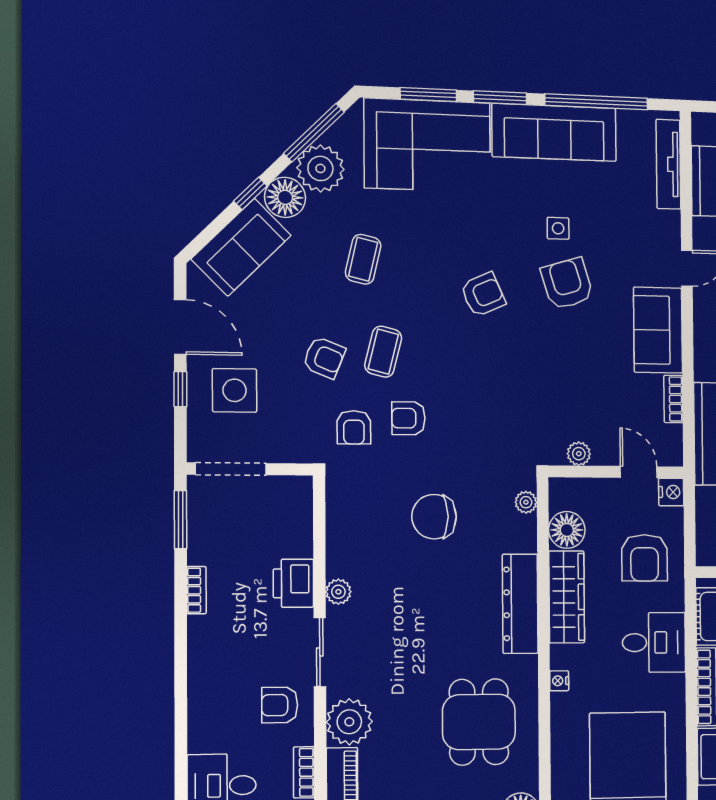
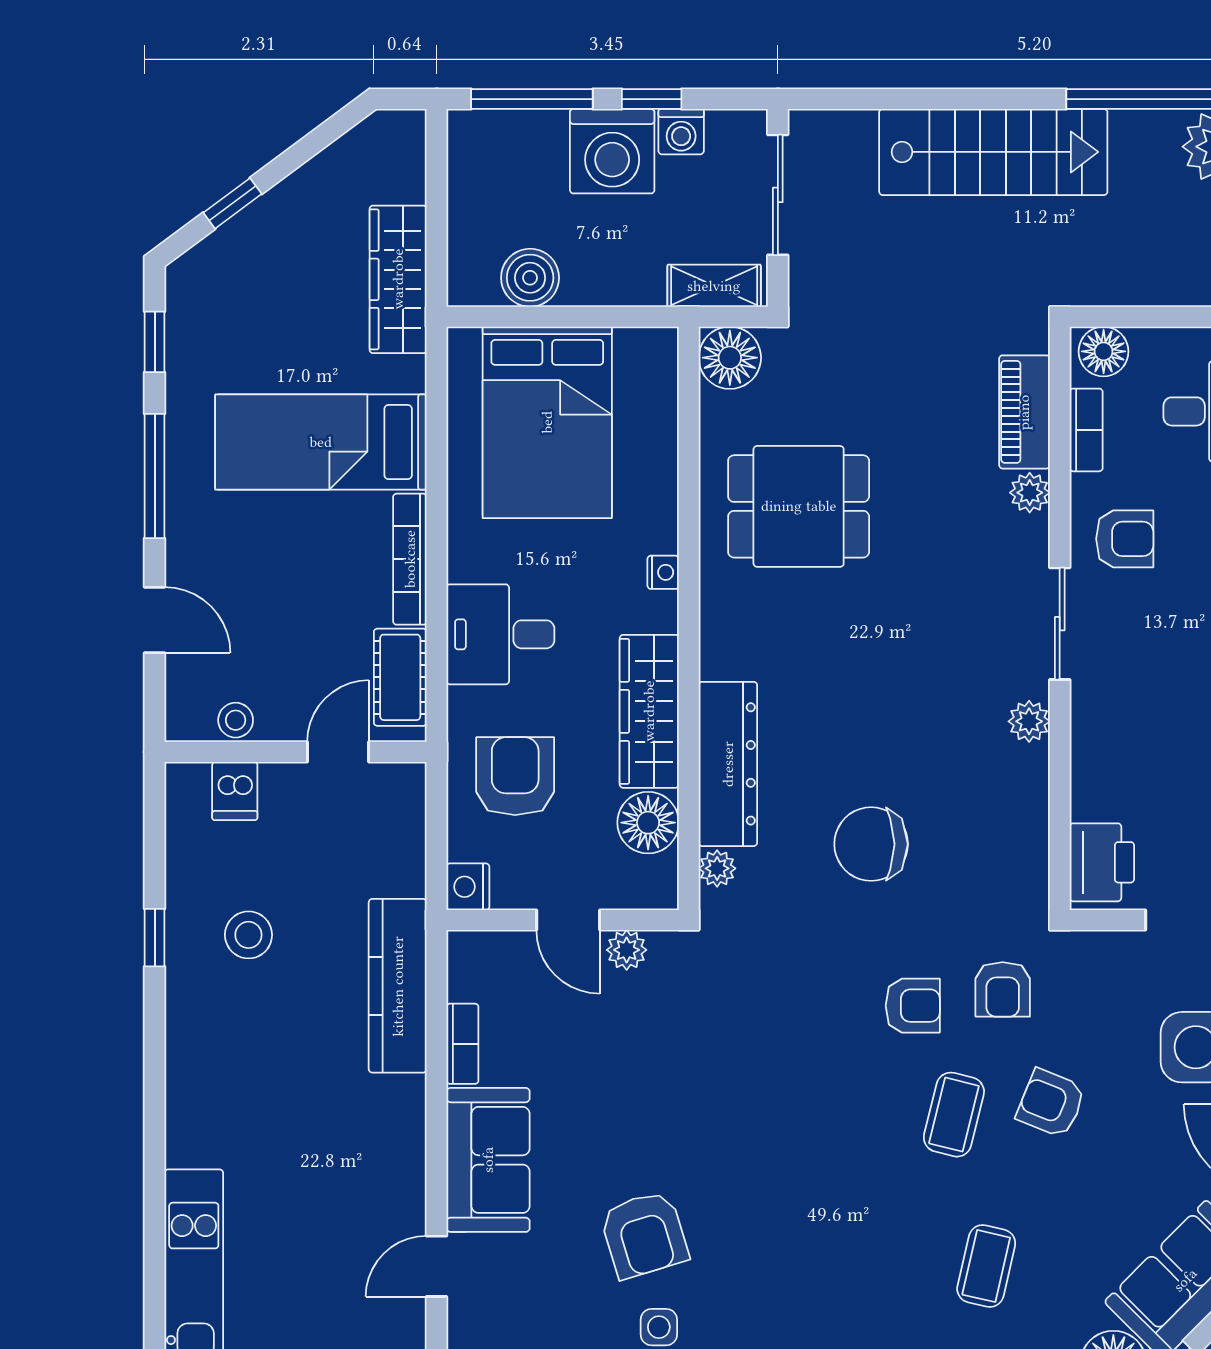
armchair: (483, 295) -> (787, 1213), removed
armchair: (354, 427) -> (1003, 989), turned 180
door: (639, 472) -> (568, 920), moved
chair: (434, 517) -> (871, 844), turned 180
printer: (293, 583) -> (1102, 862), moved
dresser: (520, 604) -> (728, 764), moved
plant: (349, 722) -> (1030, 493), width x0.53, depth x0.53
dining table: (479, 722) -> (799, 506), turned 90

